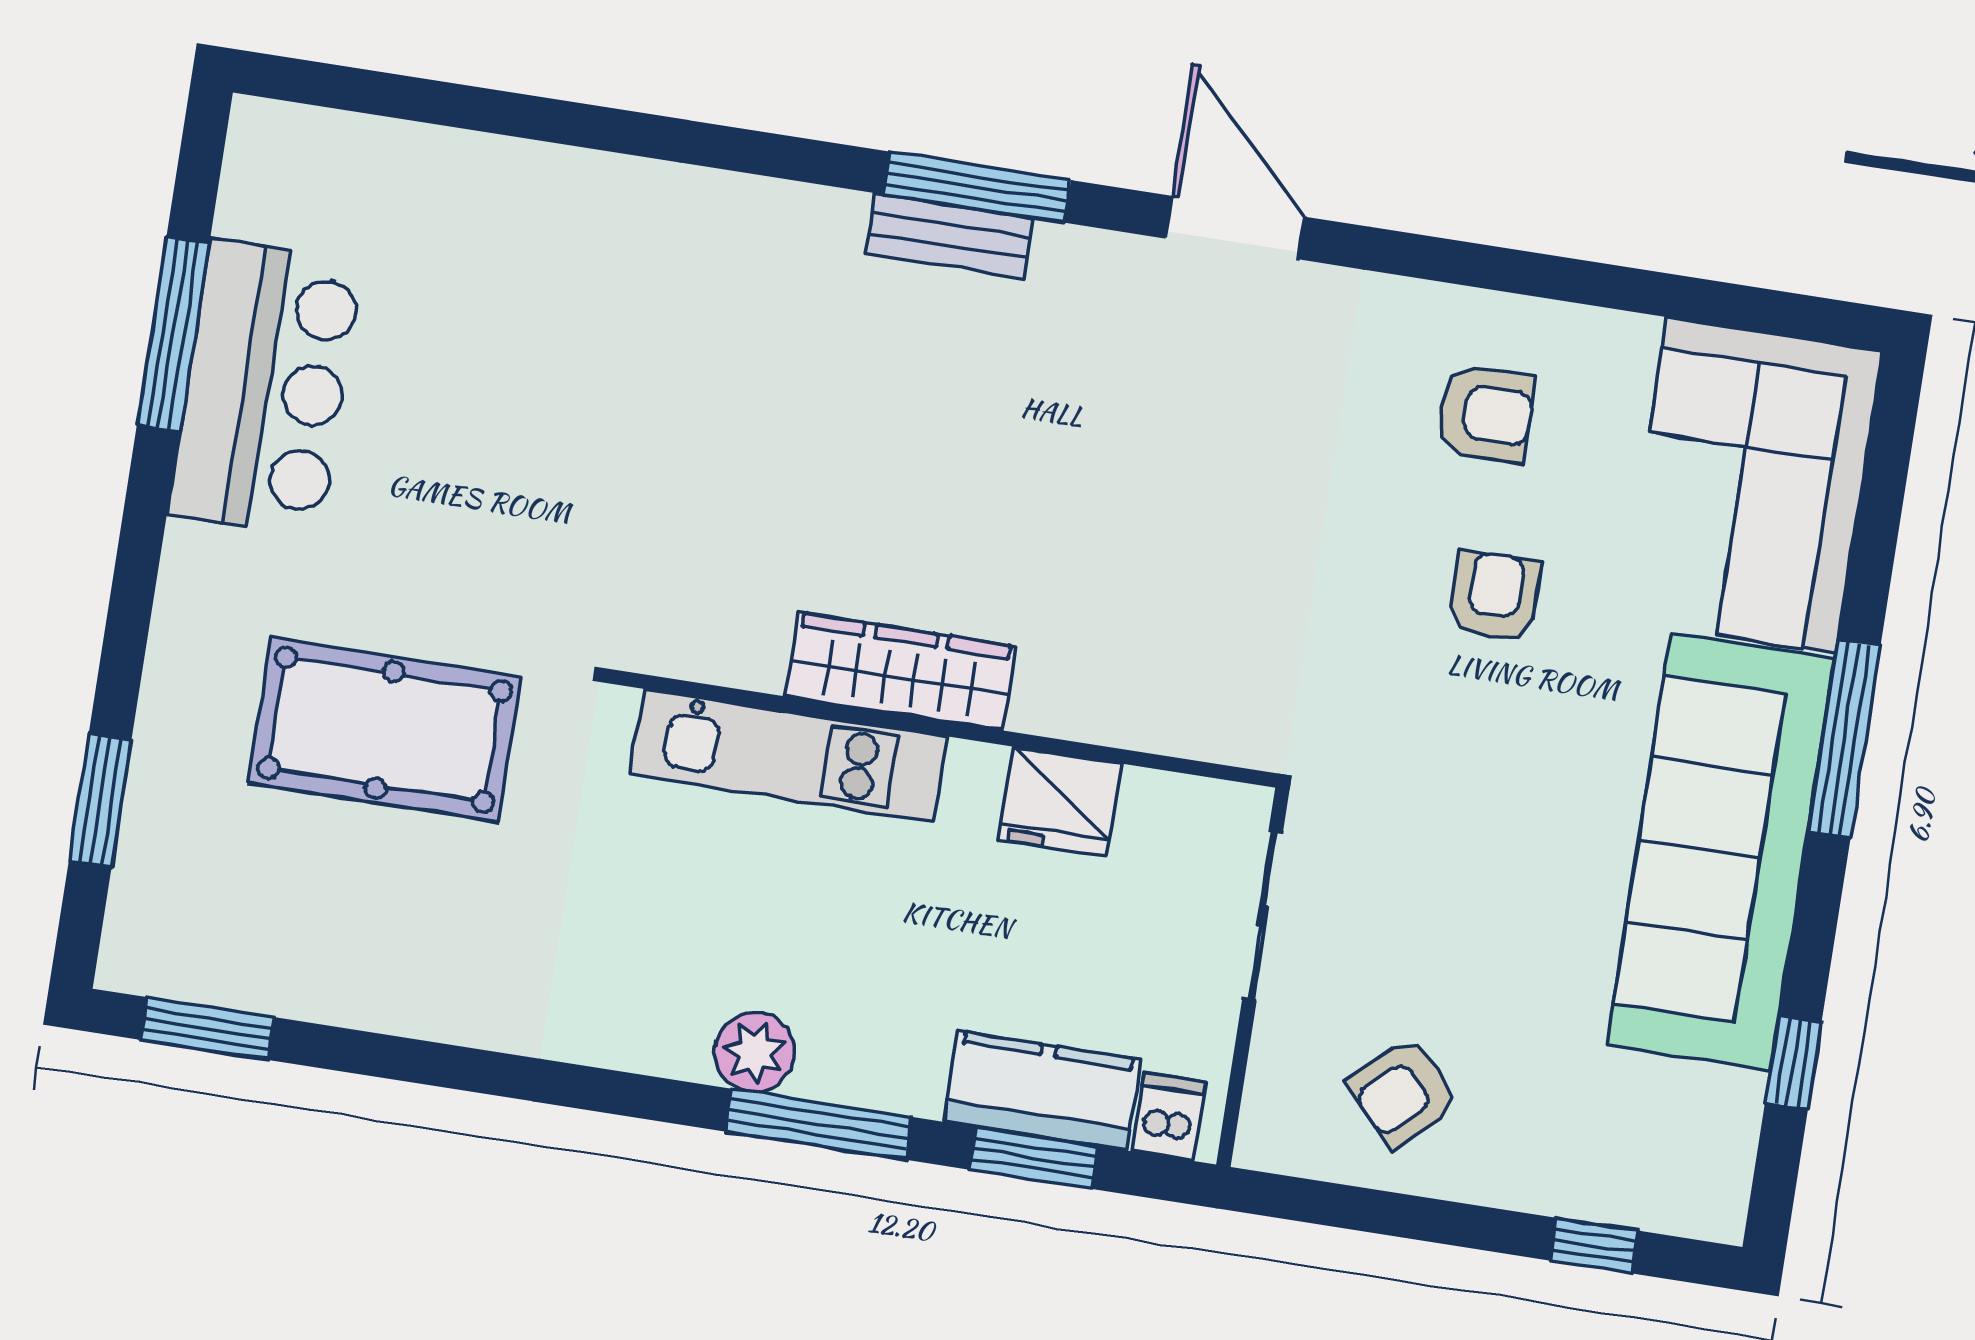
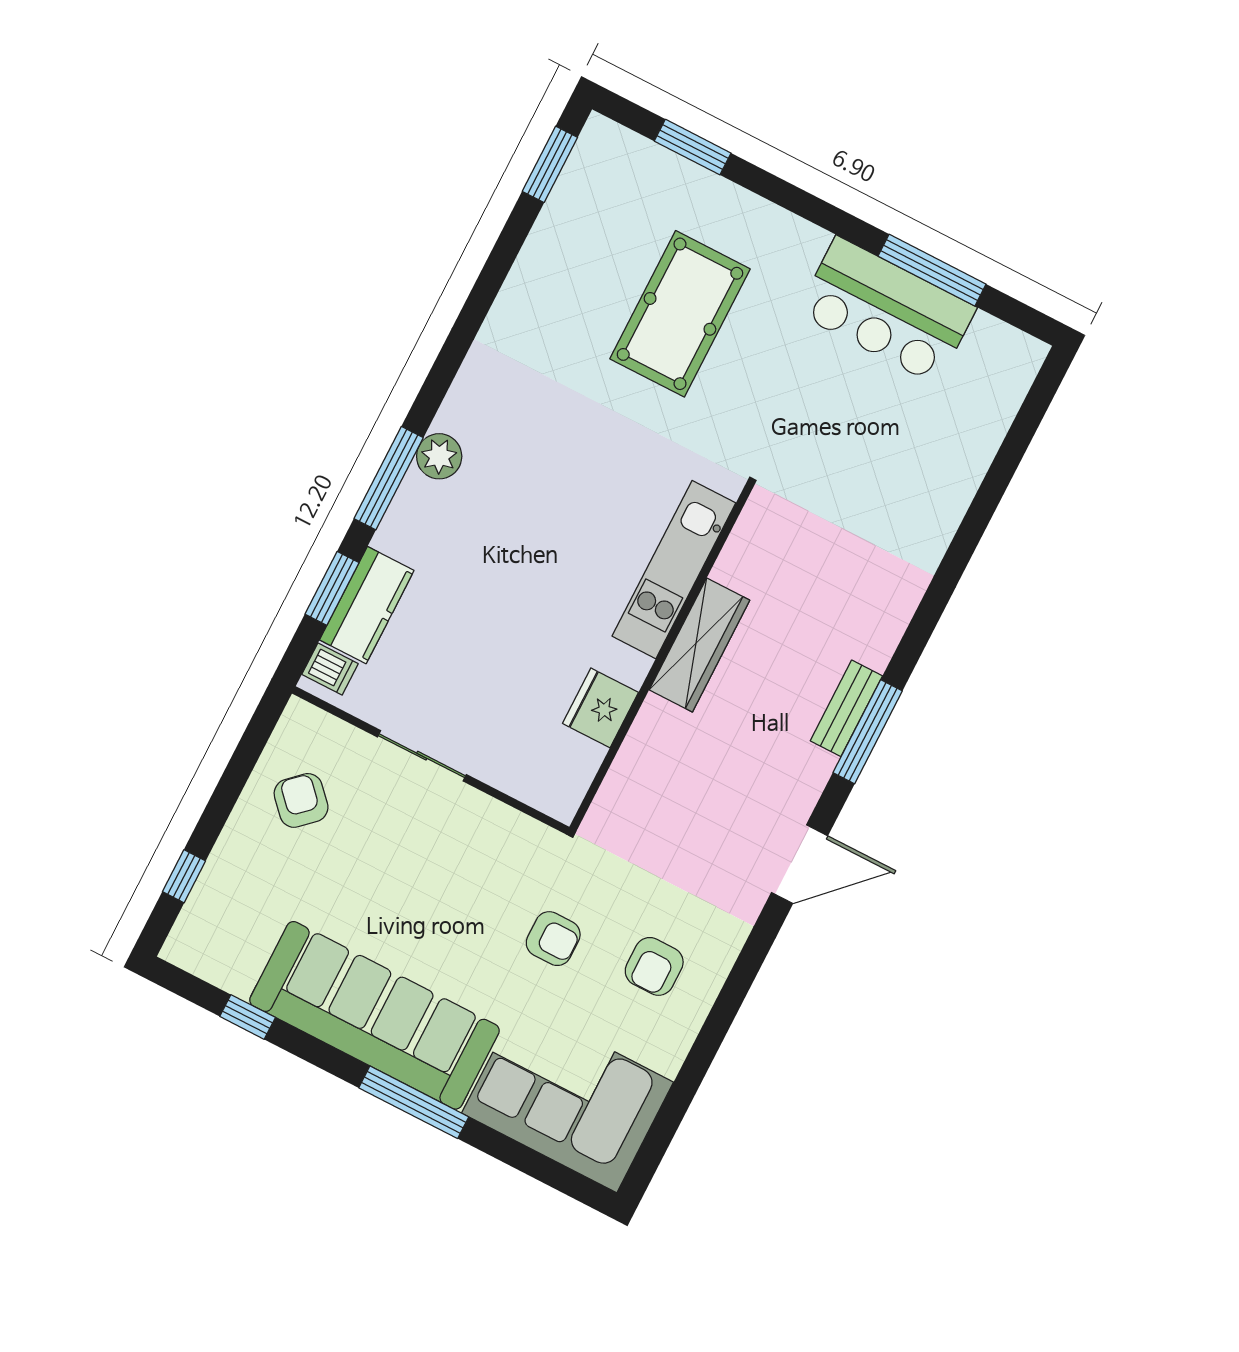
wardrobe: (901, 671) -> (699, 645), moved
wall: (942, 728) -> (661, 657), moved
kitchen unit: (789, 755) -> (674, 570), moved
fridge: (1060, 802) -> (600, 708), moved

